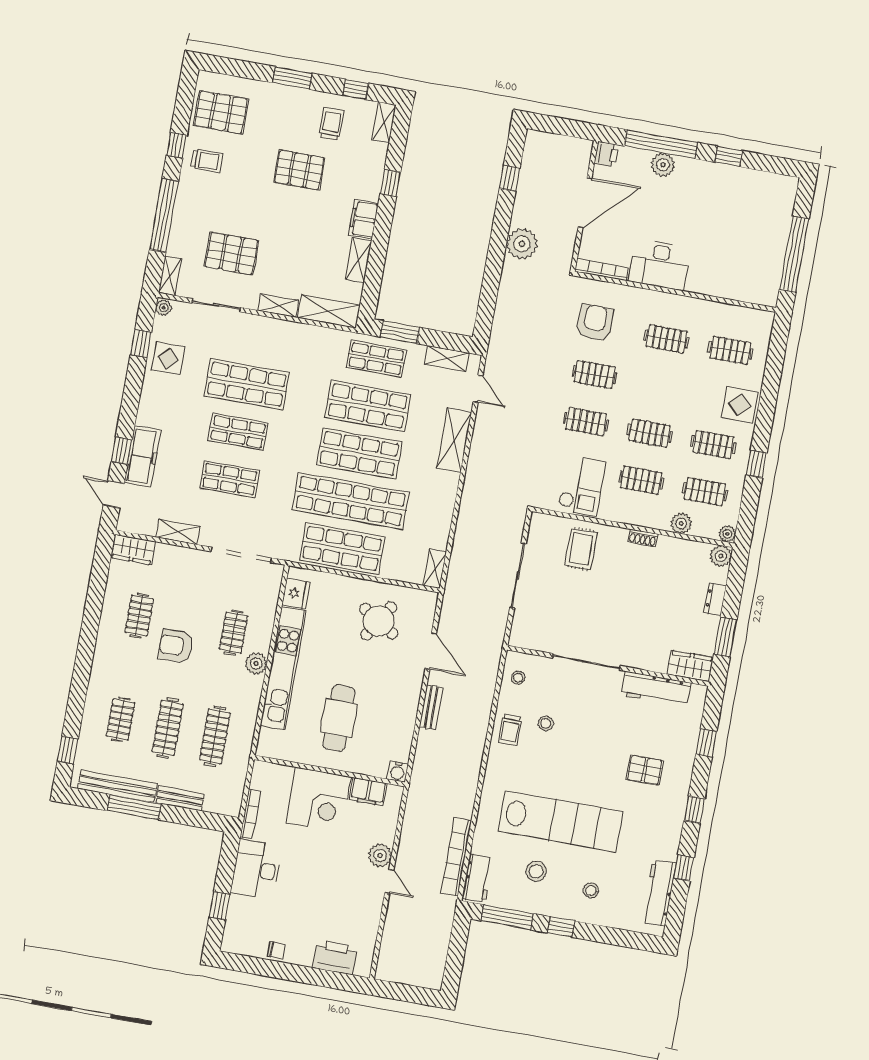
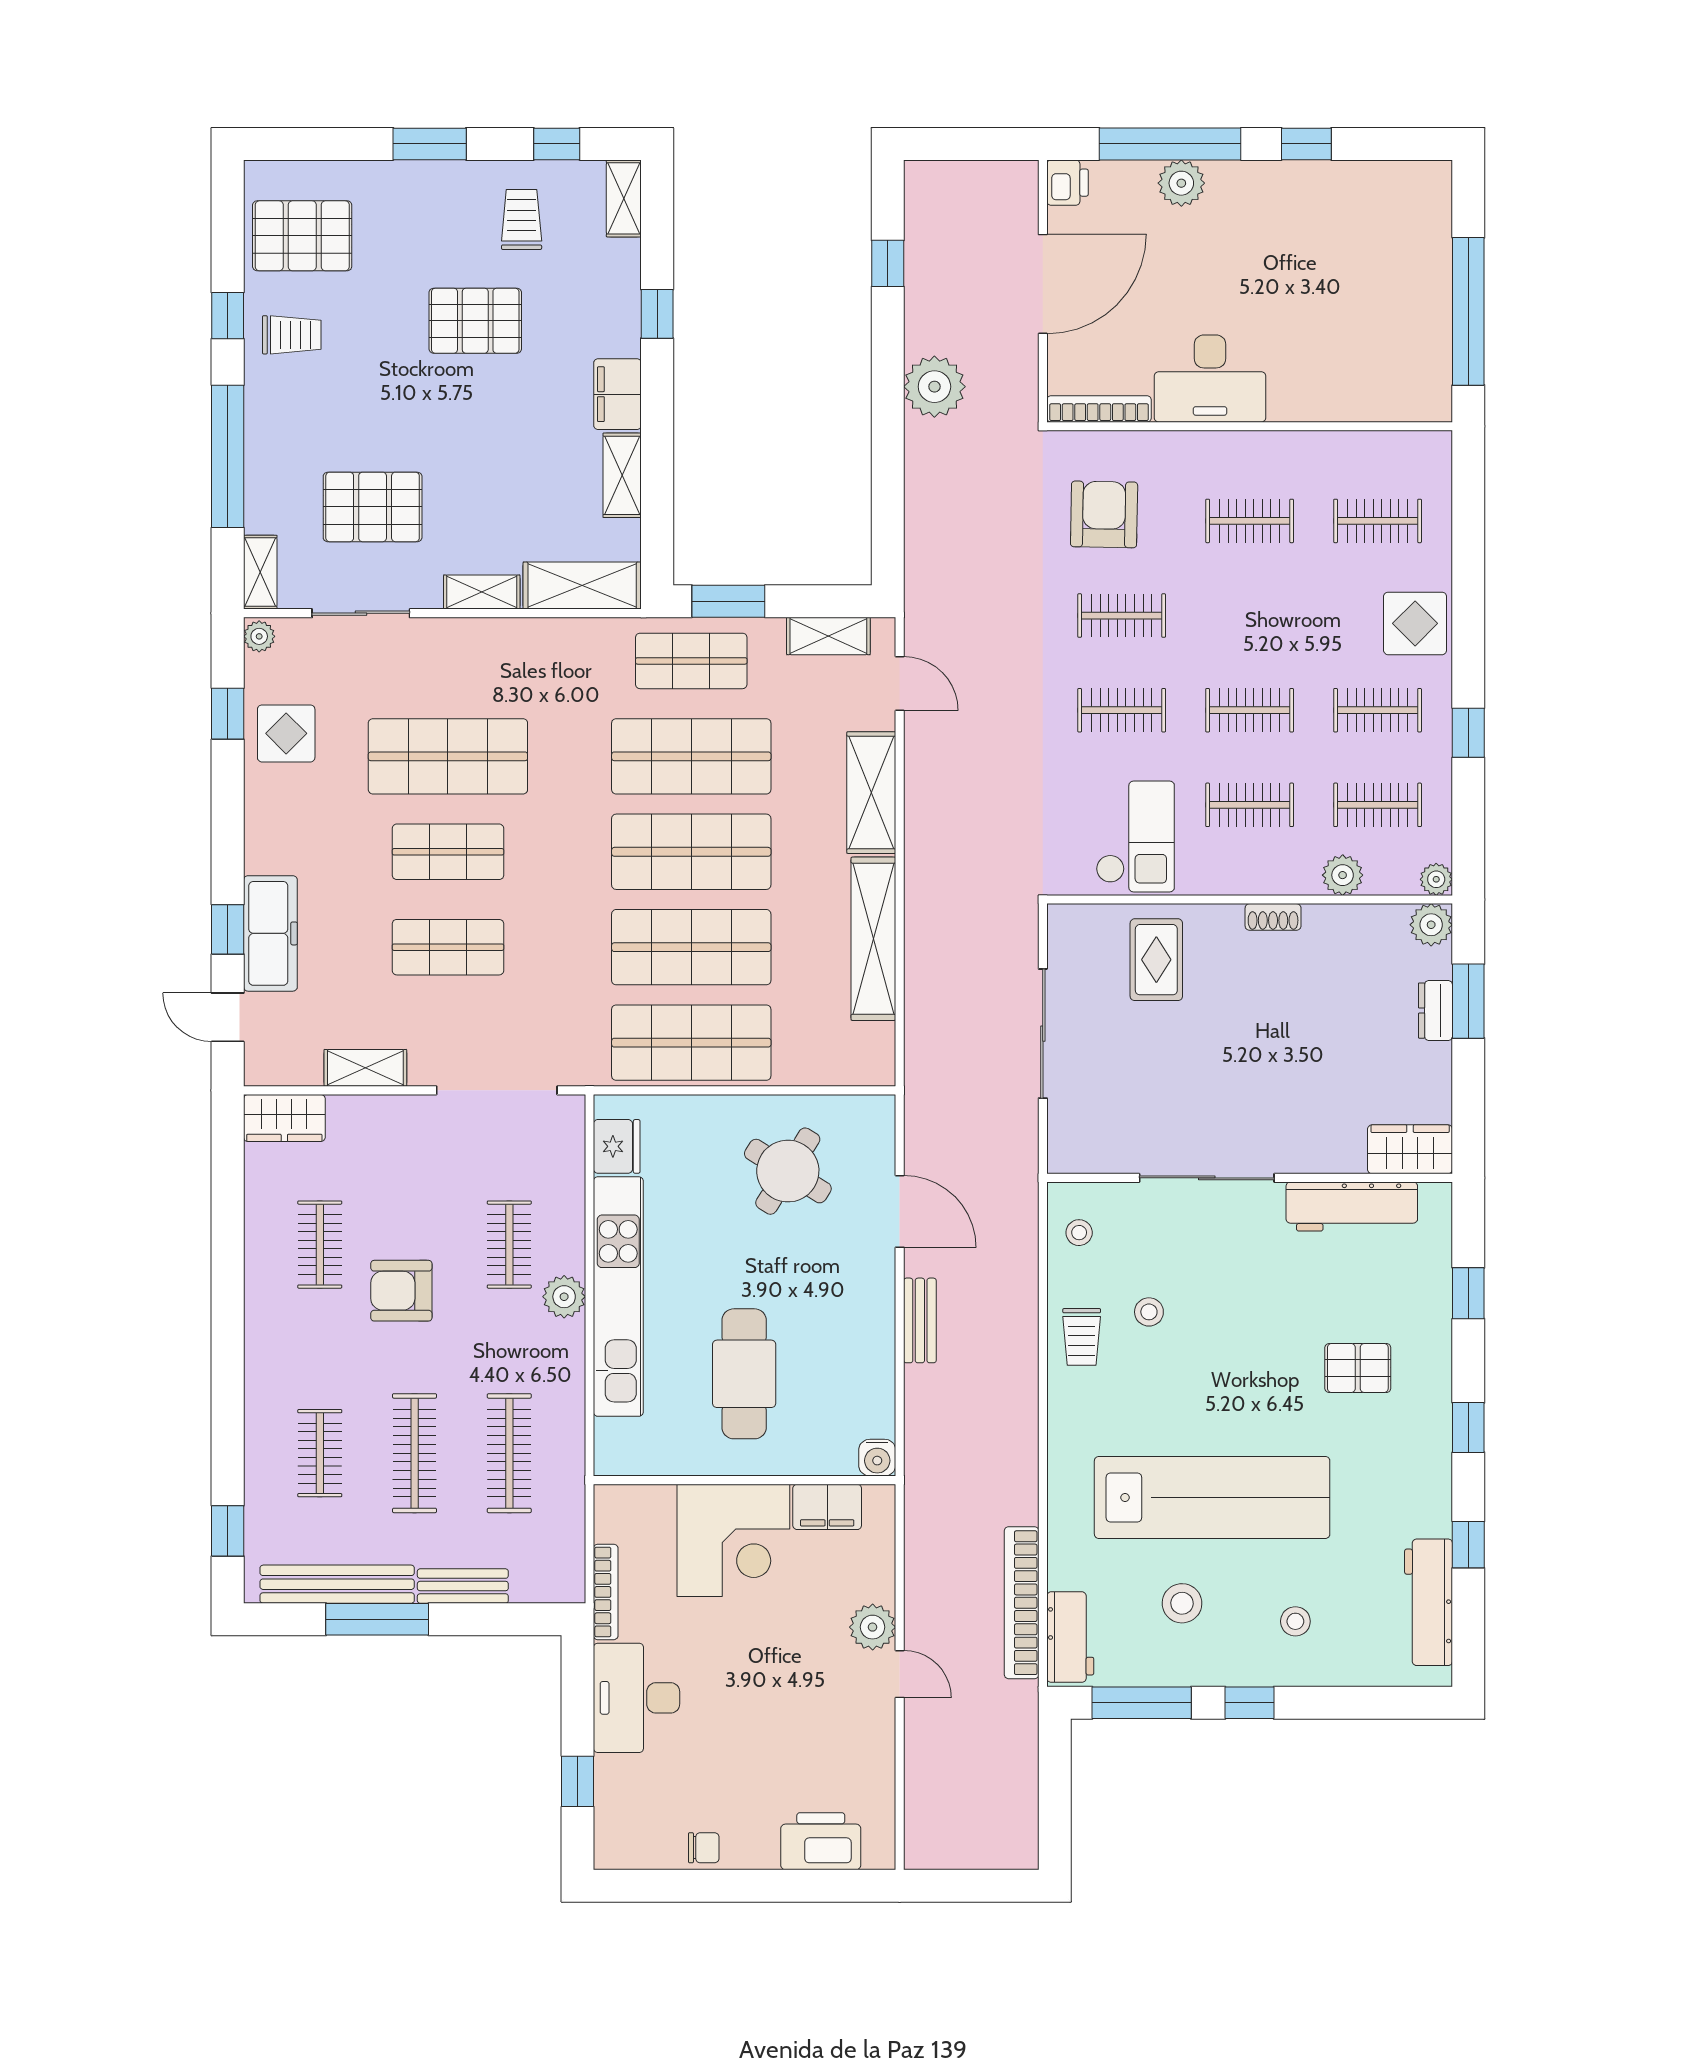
shop shelf: (351, 501) -> (691, 947), width x0.71
shelving: (435, 569) -> (873, 939), moved, width x2.20, depth x1.33
window: (725, 637) -> (1468, 1001), moved

